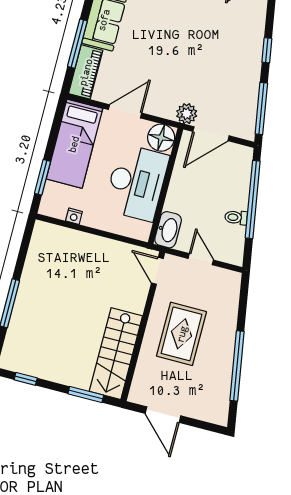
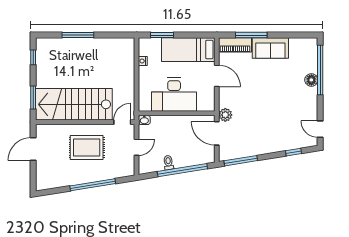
window: (267, 50) -> (293, 152), moved
floor lamp: (161, 138) -> (206, 103), removed
washbasin: (168, 230) -> (144, 120), width x0.52, depth x0.69
stairs: (116, 354) -> (74, 104), width x1.36, depth x1.51
window: (237, 366) -> (93, 185), moved

